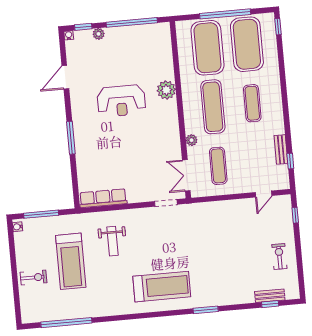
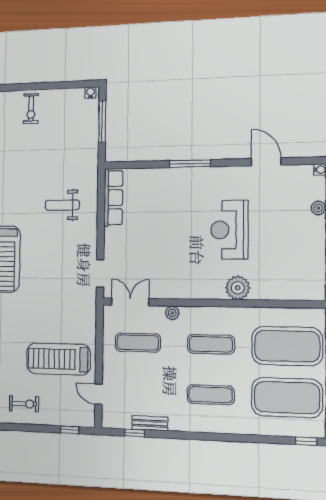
exercise mat: (213, 107) -> (211, 344), width x0.73, depth x0.69
treadmill: (71, 261) -> (58, 359), moved

